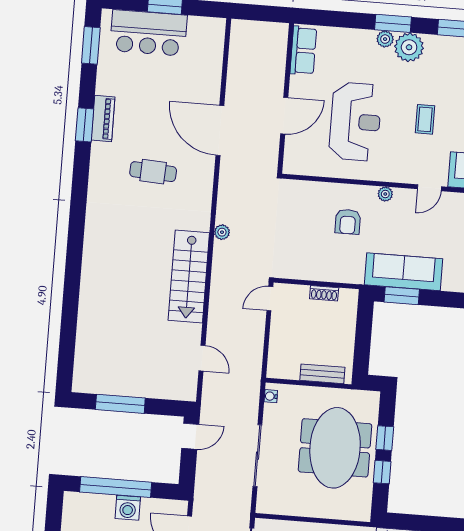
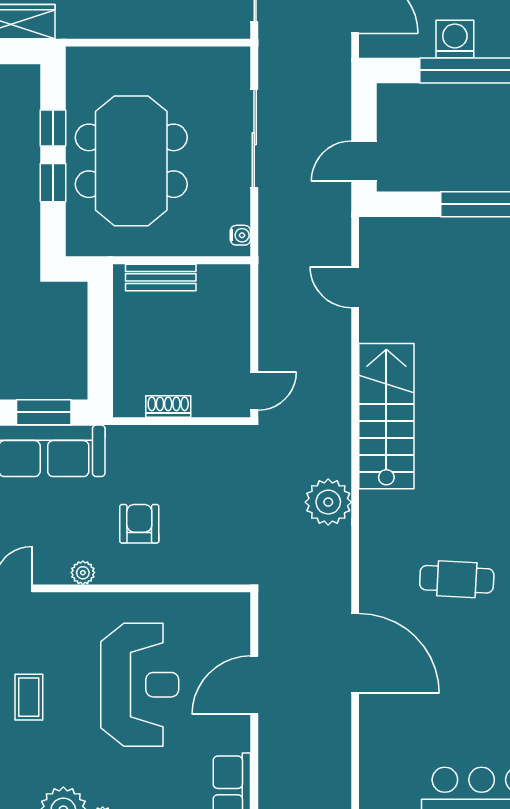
reception desk: (355, 122) -> (140, 685), turned 180
plant: (222, 232) -> (328, 502), width x1.88, depth x1.88

